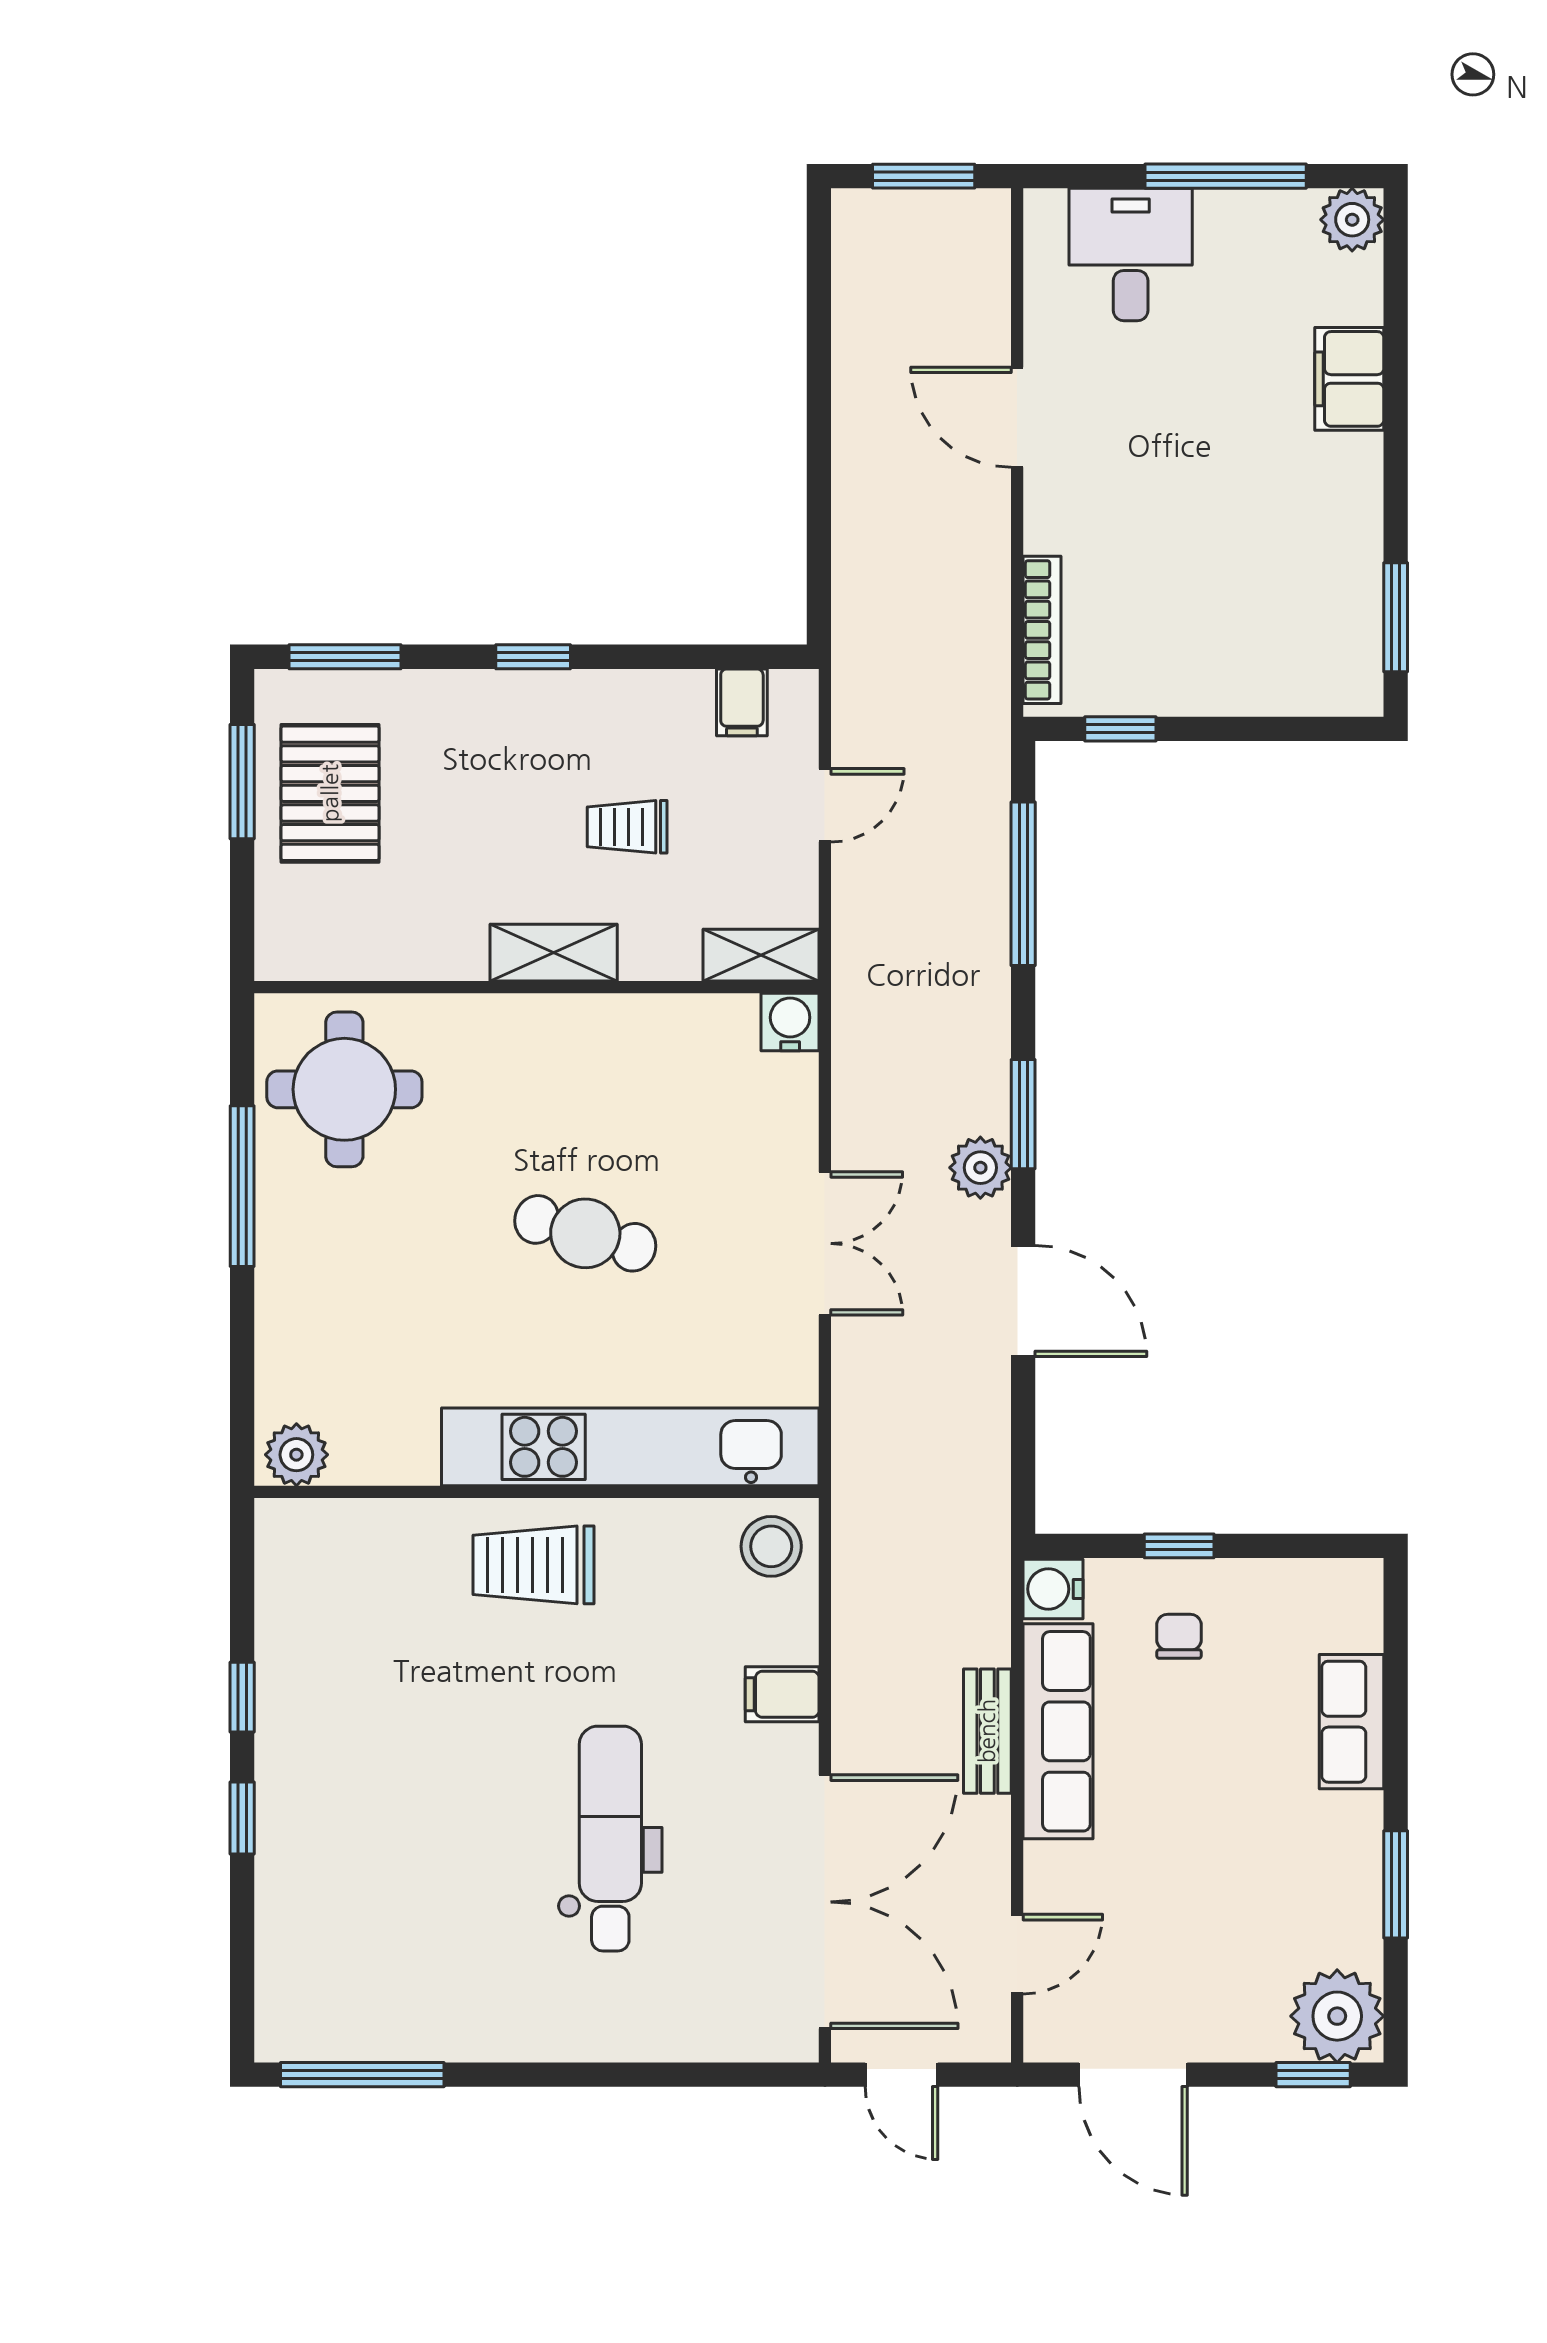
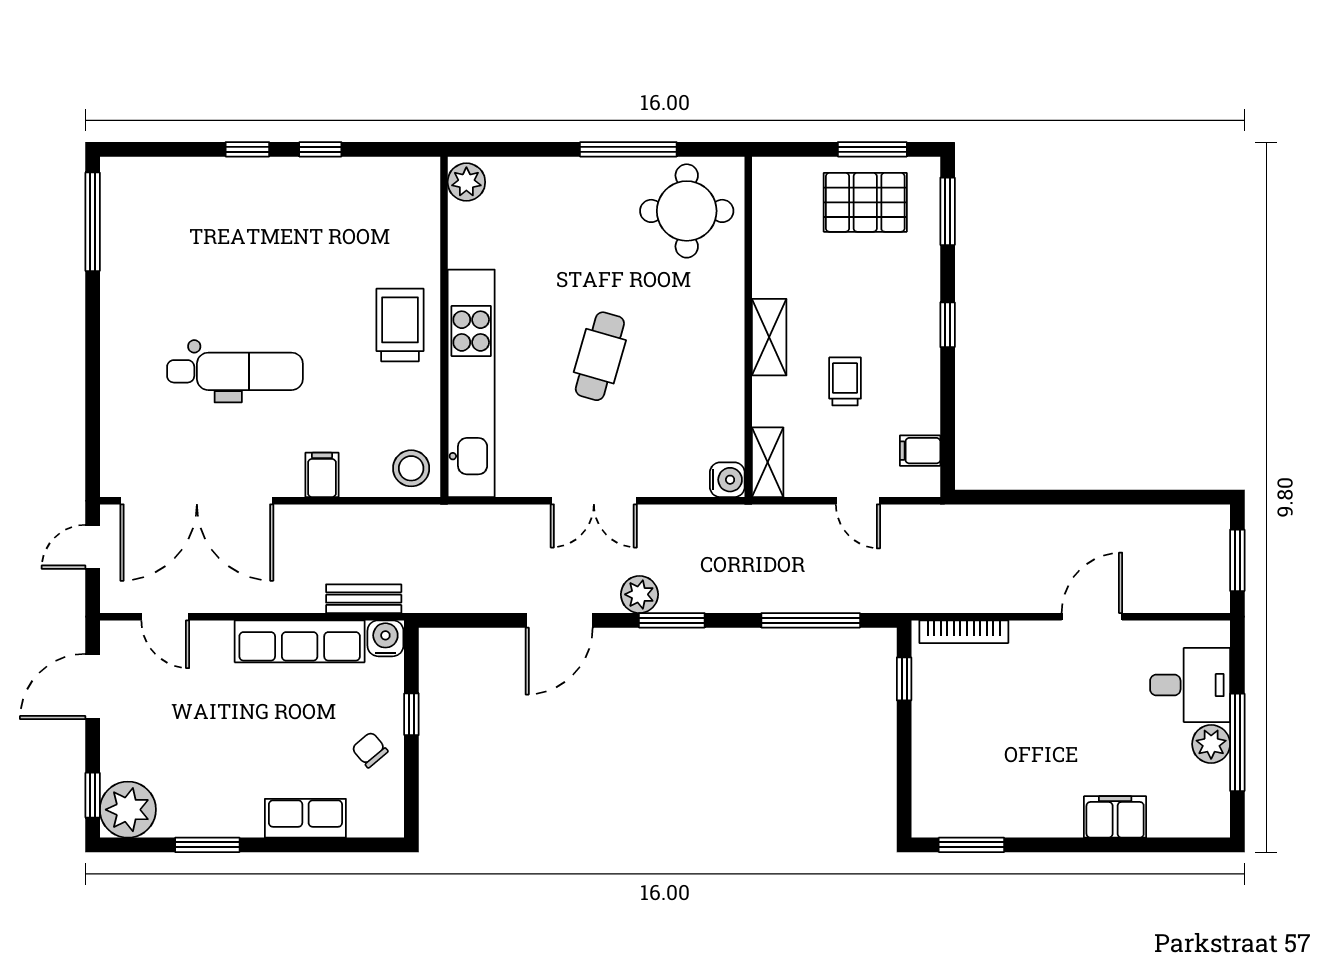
plant: (1352, 220) -> (1211, 744), moved
chair: (1179, 1636) -> (370, 750), moved, turned -130
bench: (987, 1731) -> (364, 599), moved

